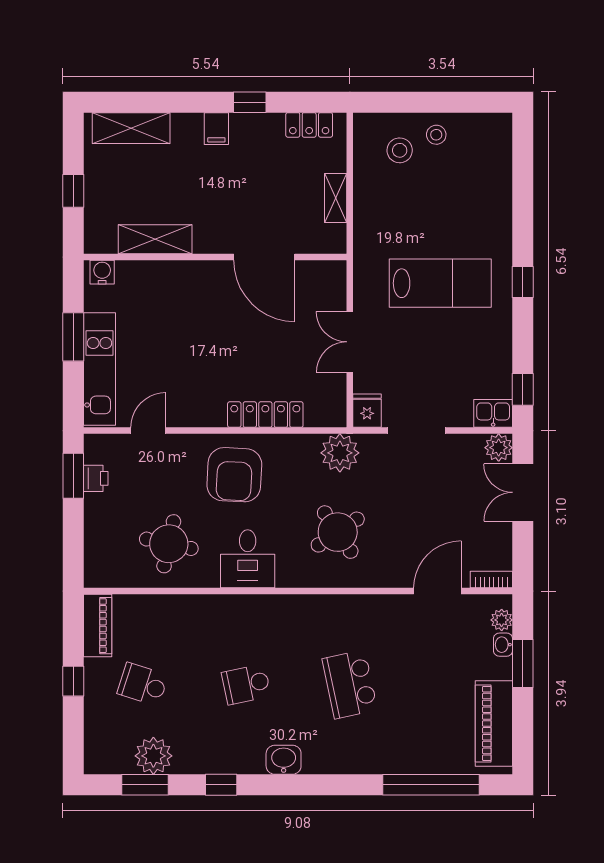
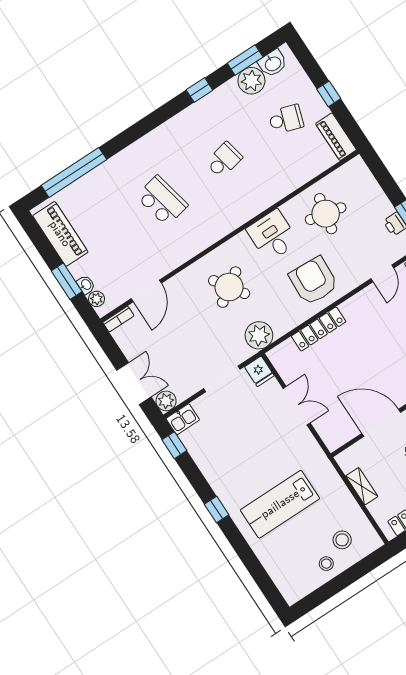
lab bench: (440, 283) -> (280, 504), moved
washbasin: (284, 760) -> (273, 63), moved

